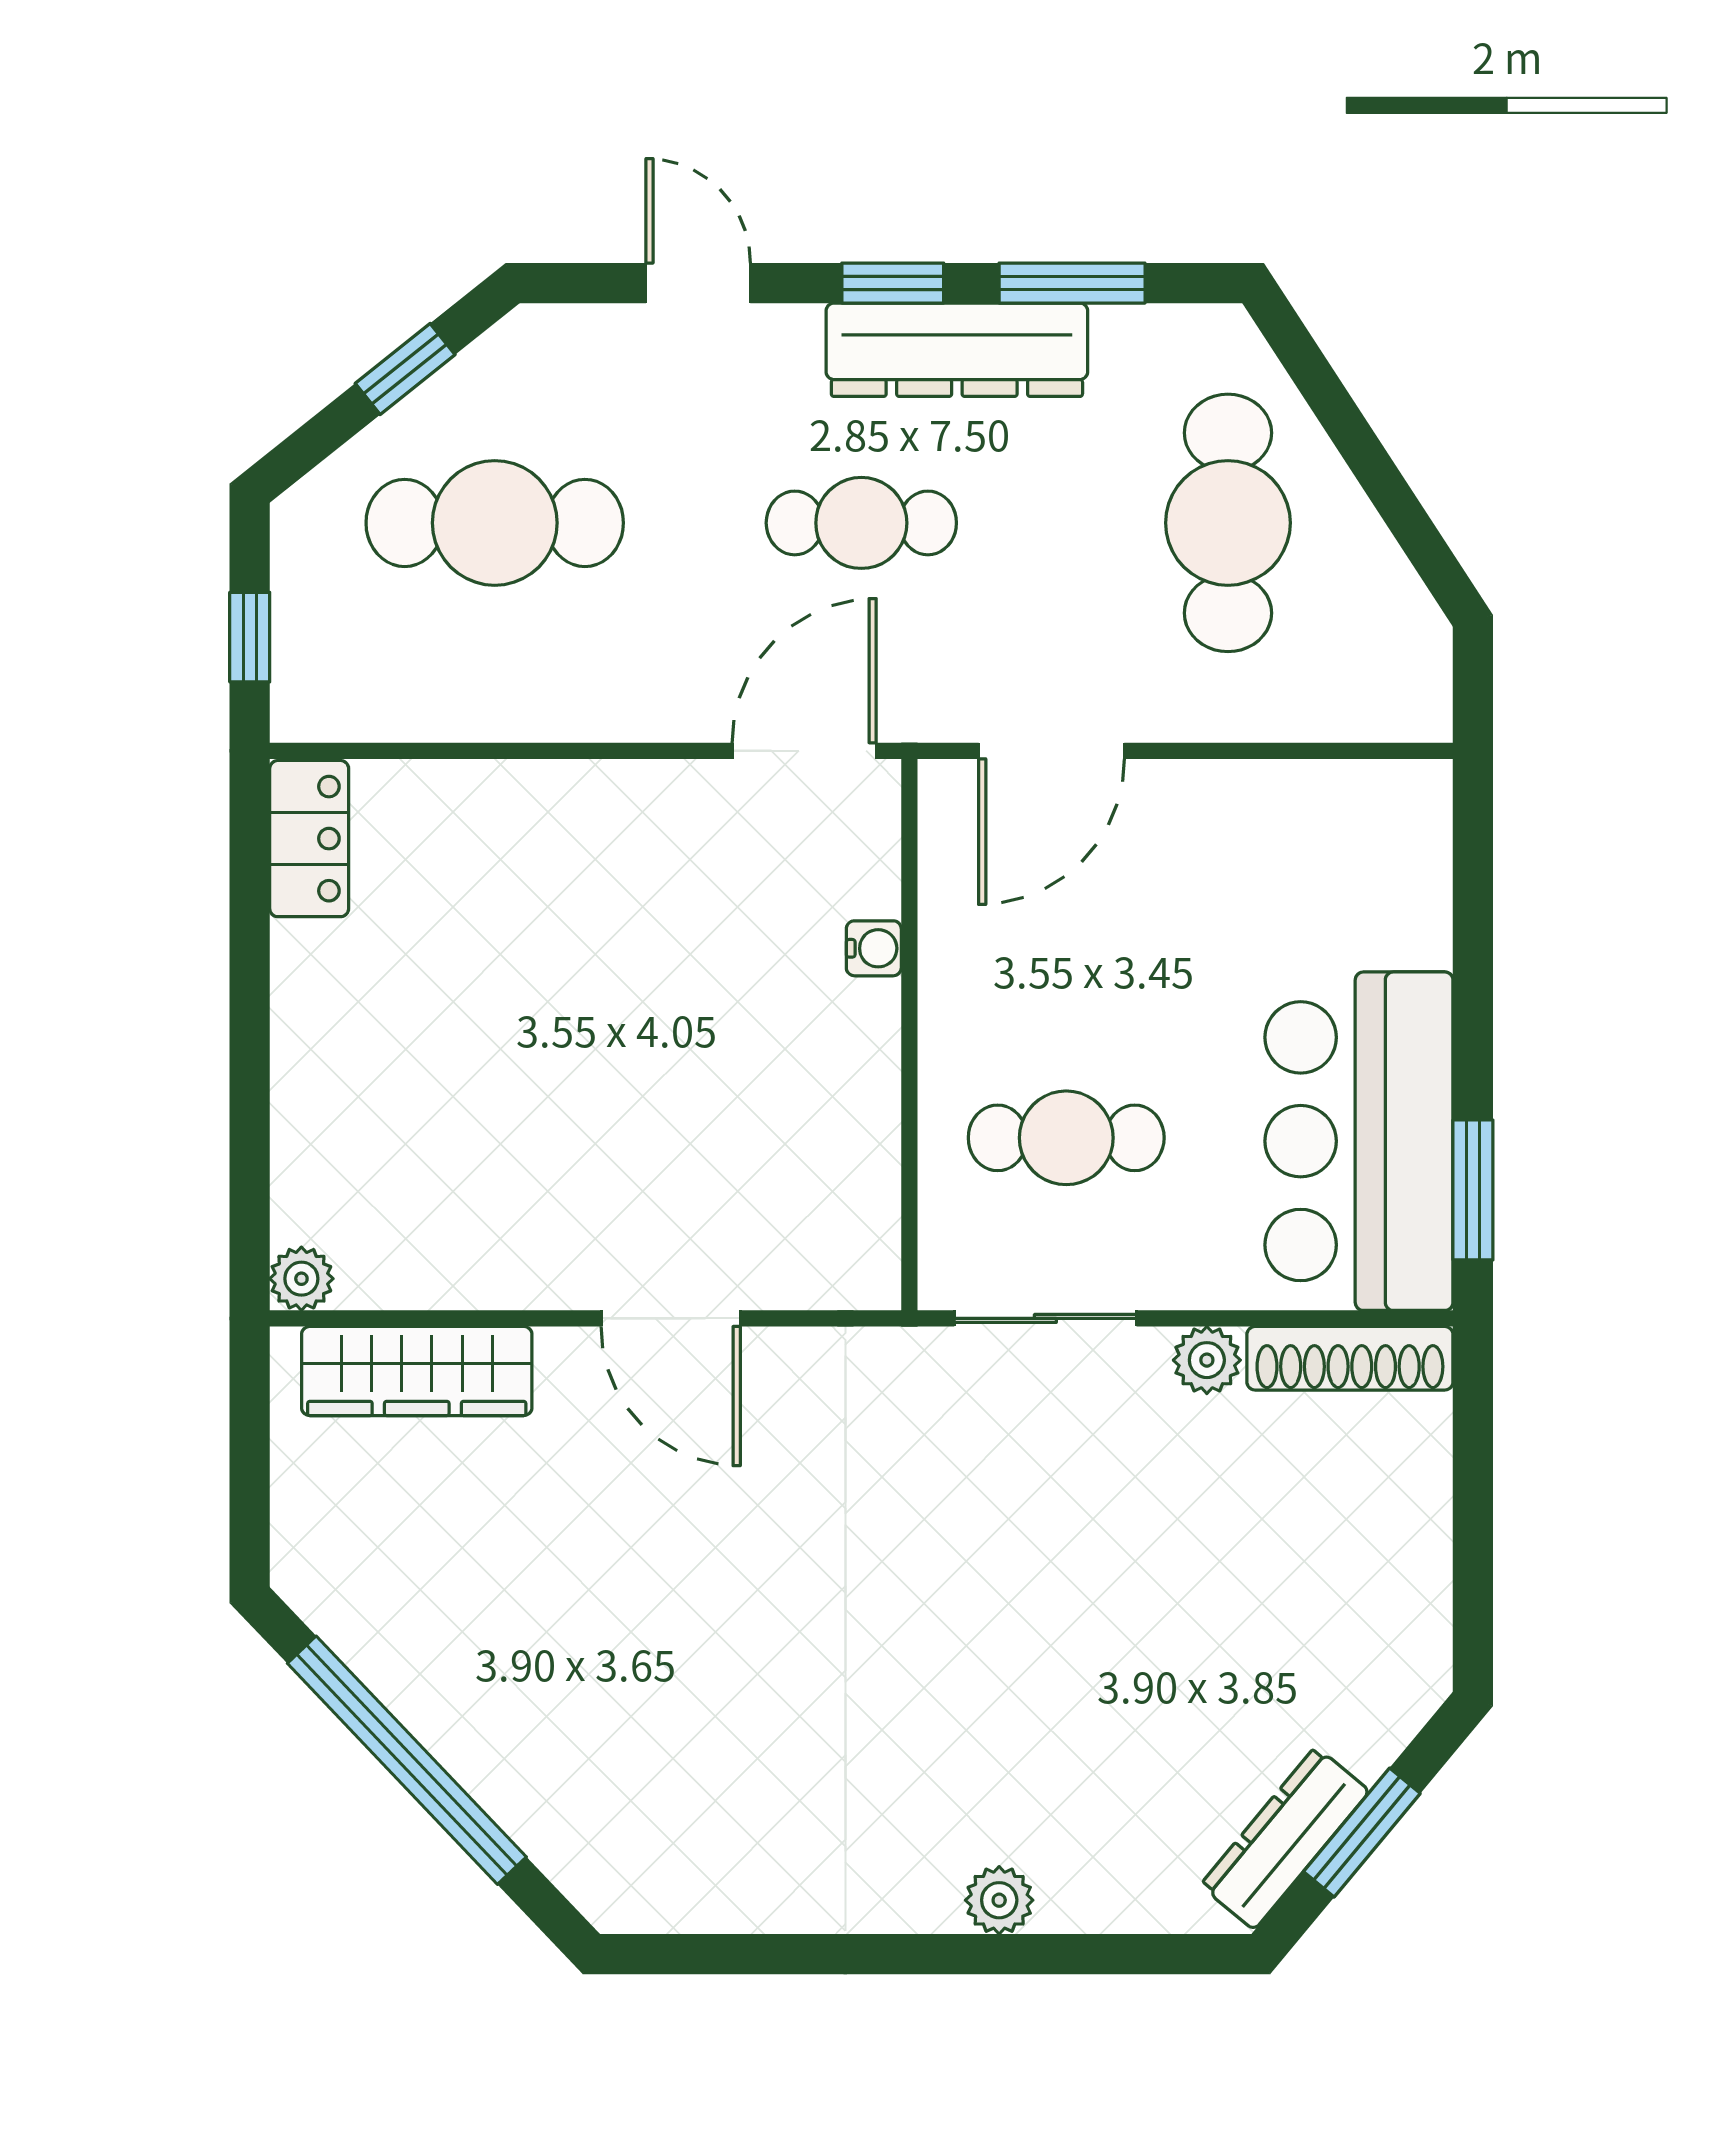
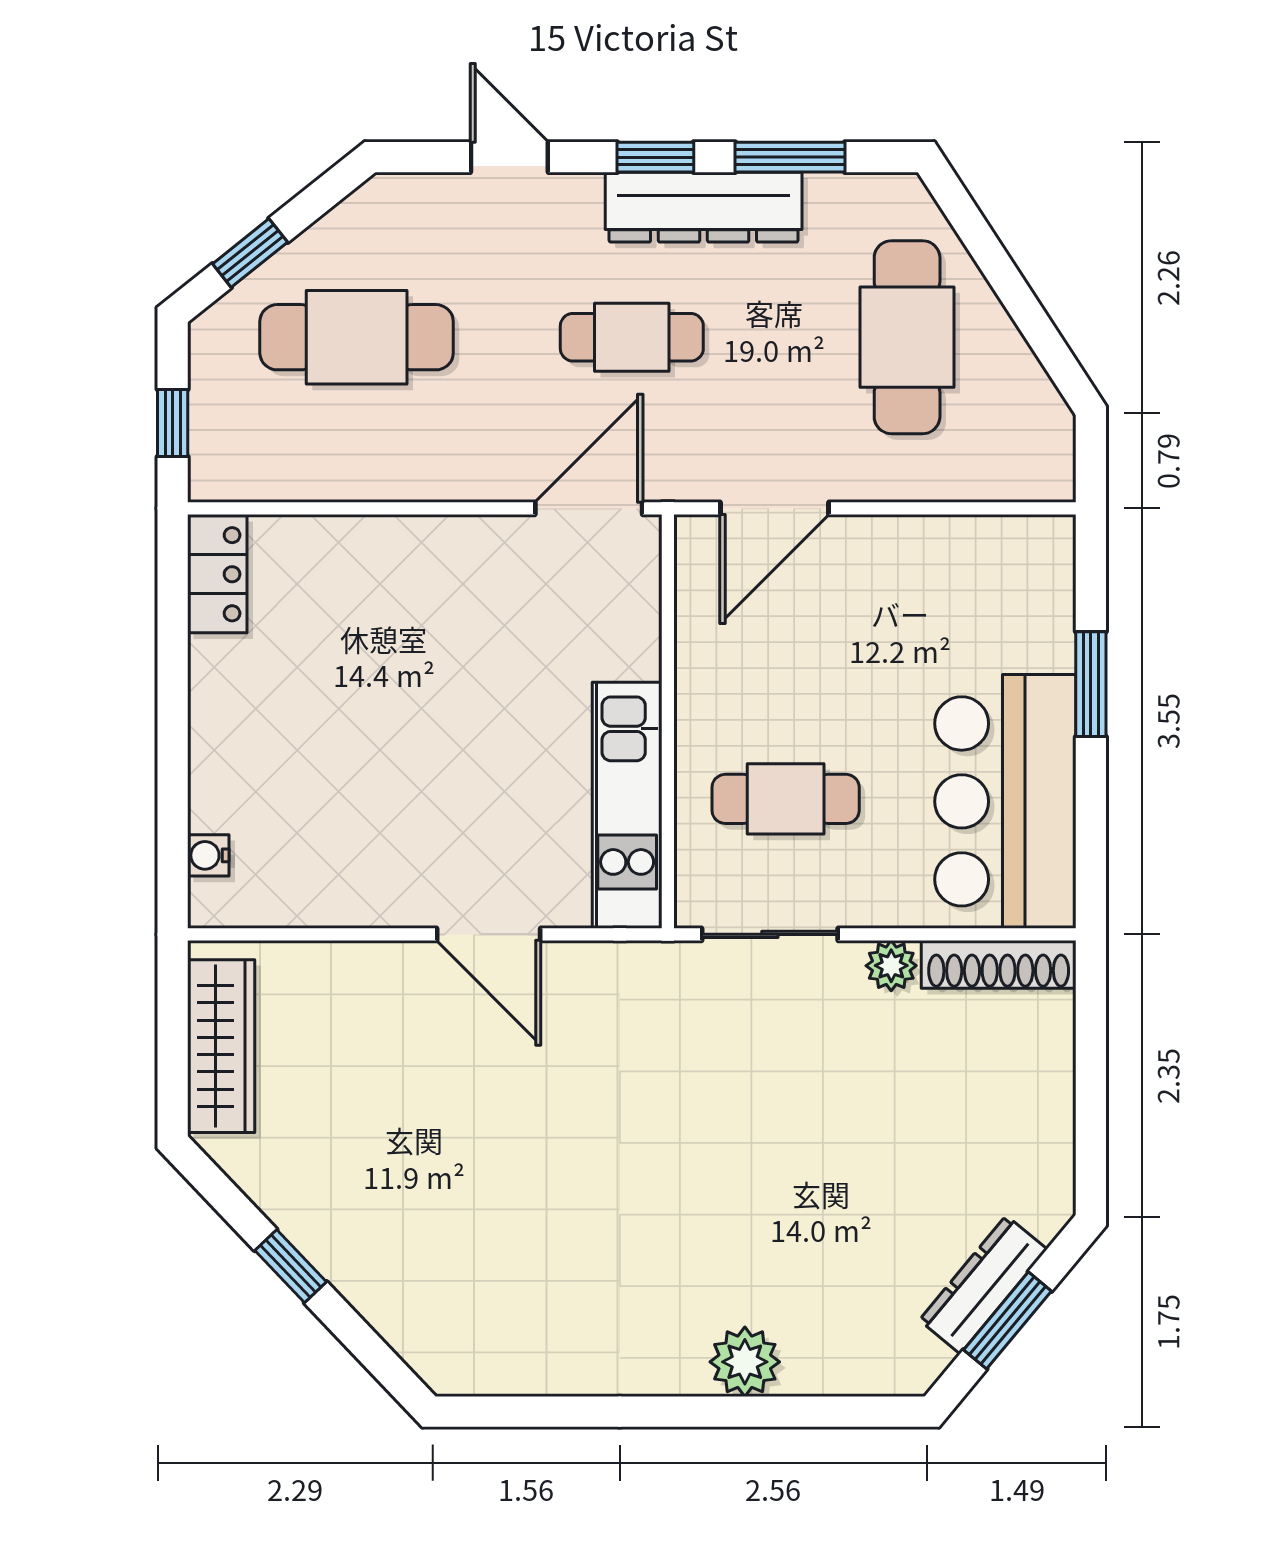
window: (405, 369) -> (250, 253), moved
water cooler: (874, 948) -> (208, 855), moved, turned 180
kitchen unit: (855, 1146) -> (627, 805), added
window: (1473, 1190) -> (1091, 684), moved
plant: (301, 1279) -> (211, 905), removed
wardrobe: (417, 1371) -> (221, 1046), moved, turned -90
window: (407, 1760) -> (291, 1266), width x0.32
dresser: (1285, 1838) -> (983, 1285), moved
plant: (999, 1900) -> (745, 1362), width x1.38, depth x1.38

